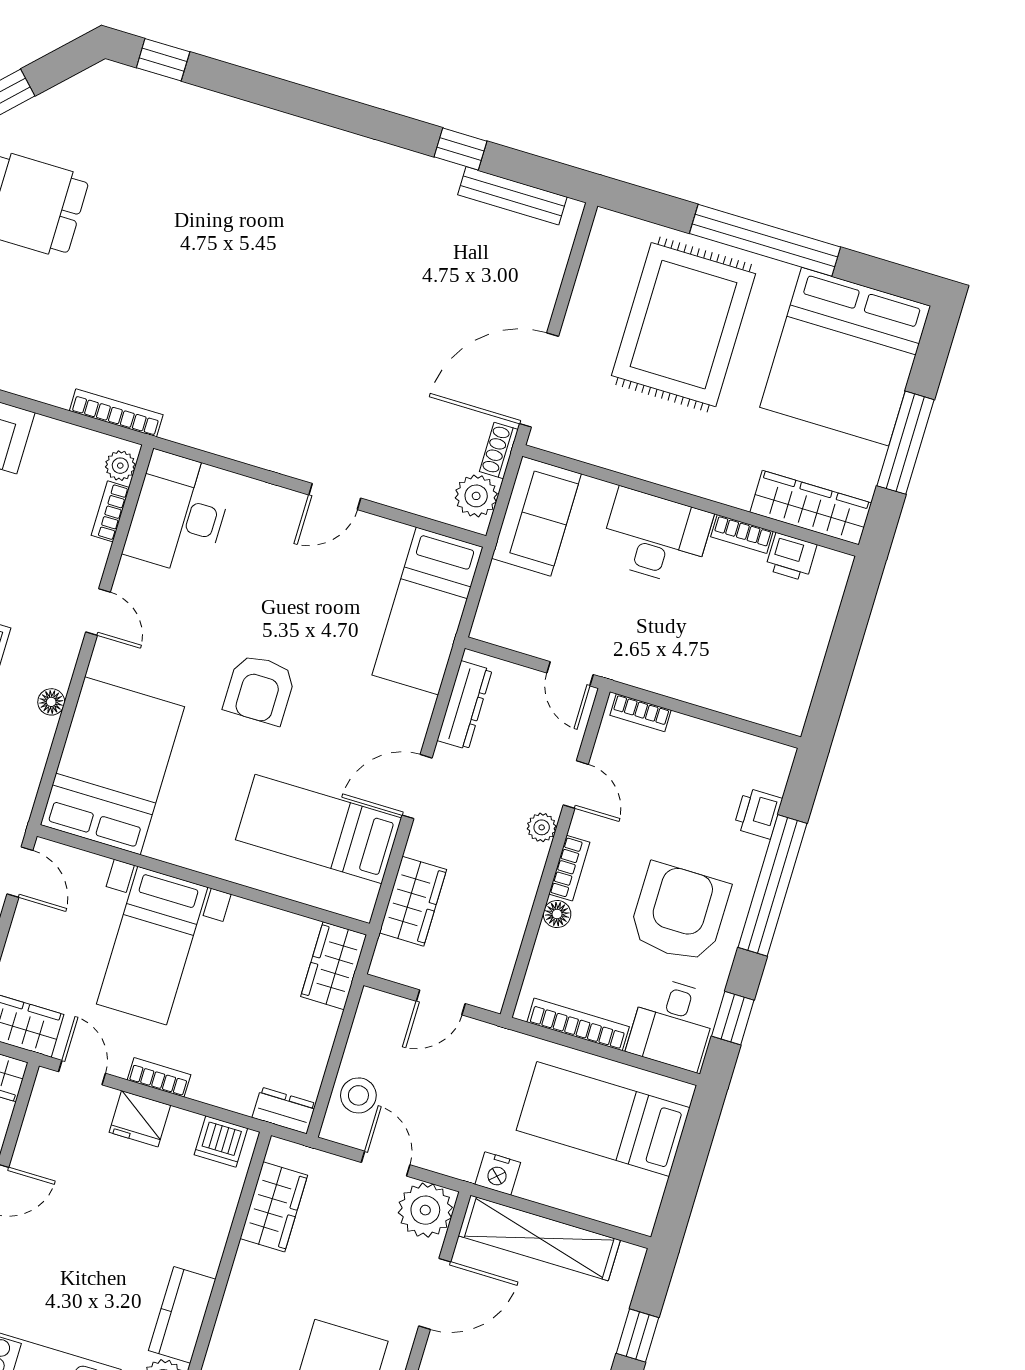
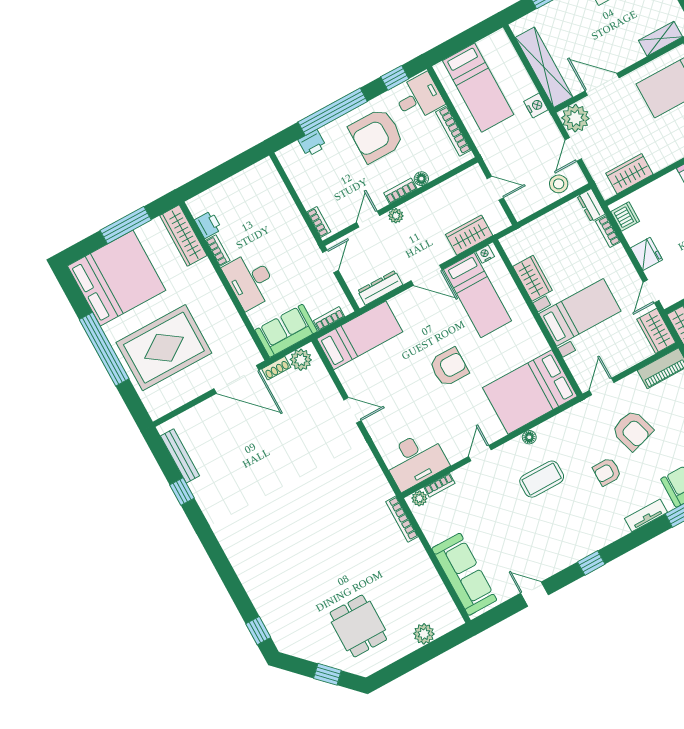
bookcase: (493, 592) -> (329, 319), added
nightstand: (364, 896) -> (485, 254), added
wardrobe: (334, 966) -> (533, 278), moved, turned -90
bookcase: (159, 1077) -> (608, 232), moved

